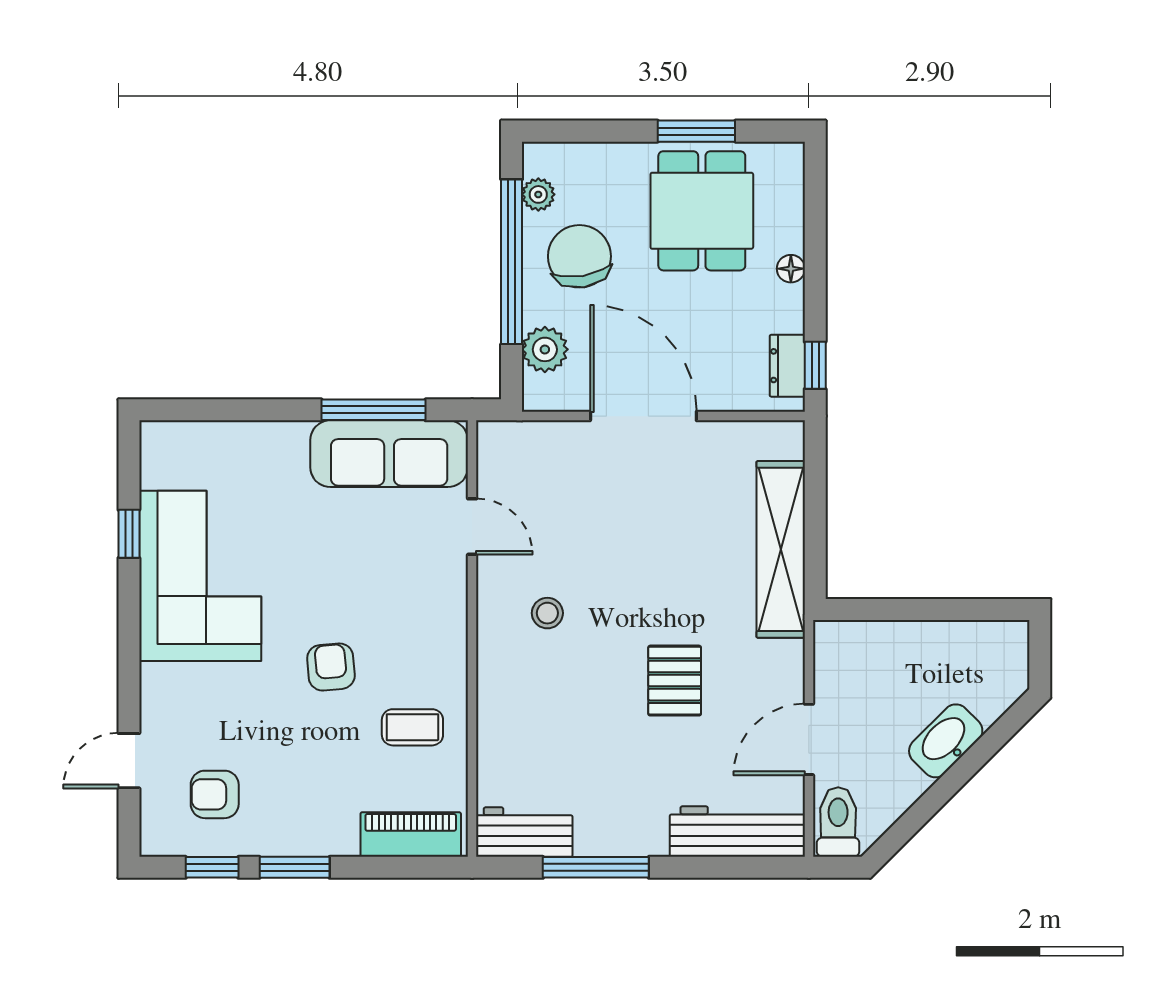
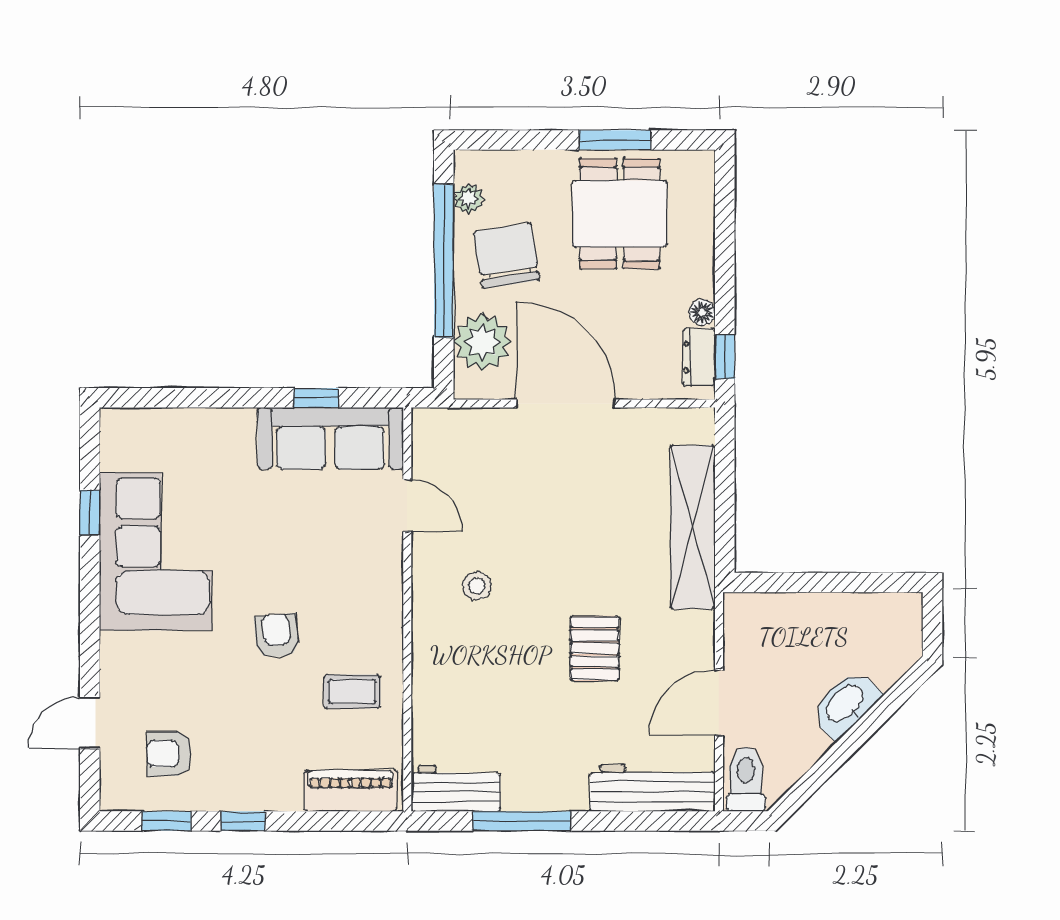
floor lamp: (791, 269) -> (702, 312), moved
plant: (545, 349) -> (482, 342), width x1.36, depth x1.36
window: (373, 410) -> (316, 398), width x0.46
window: (295, 867) -> (243, 821), width x0.67

